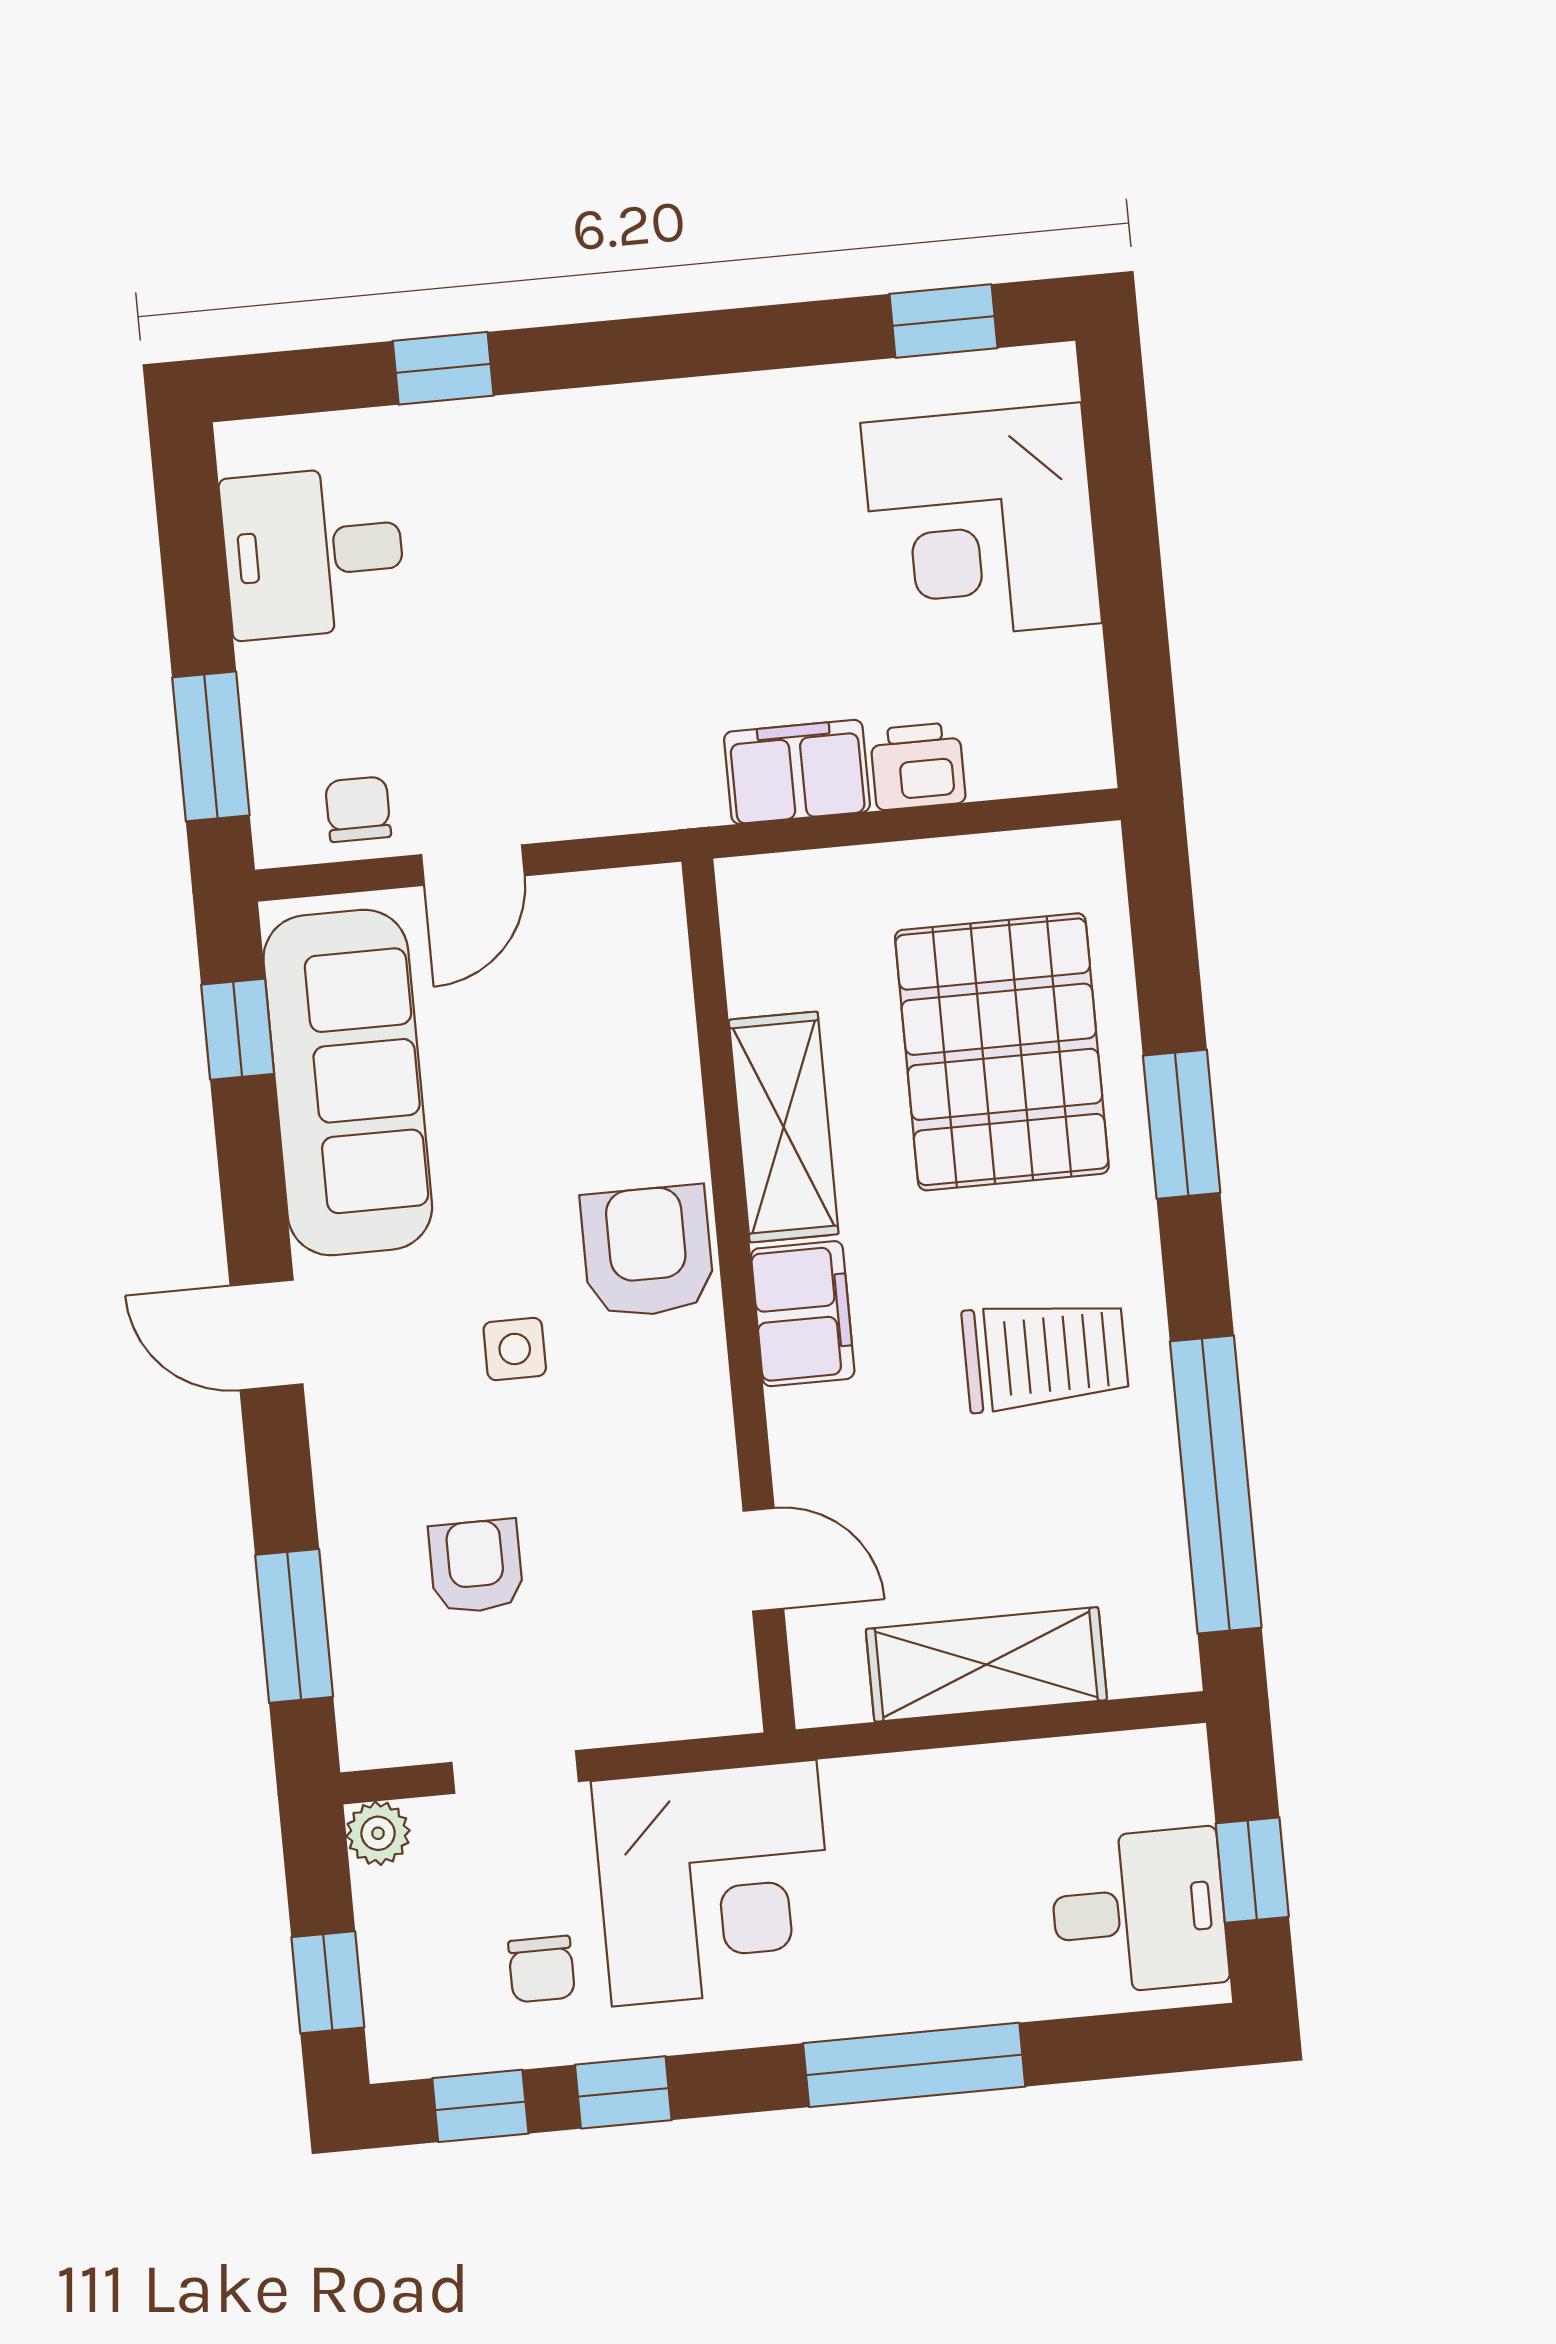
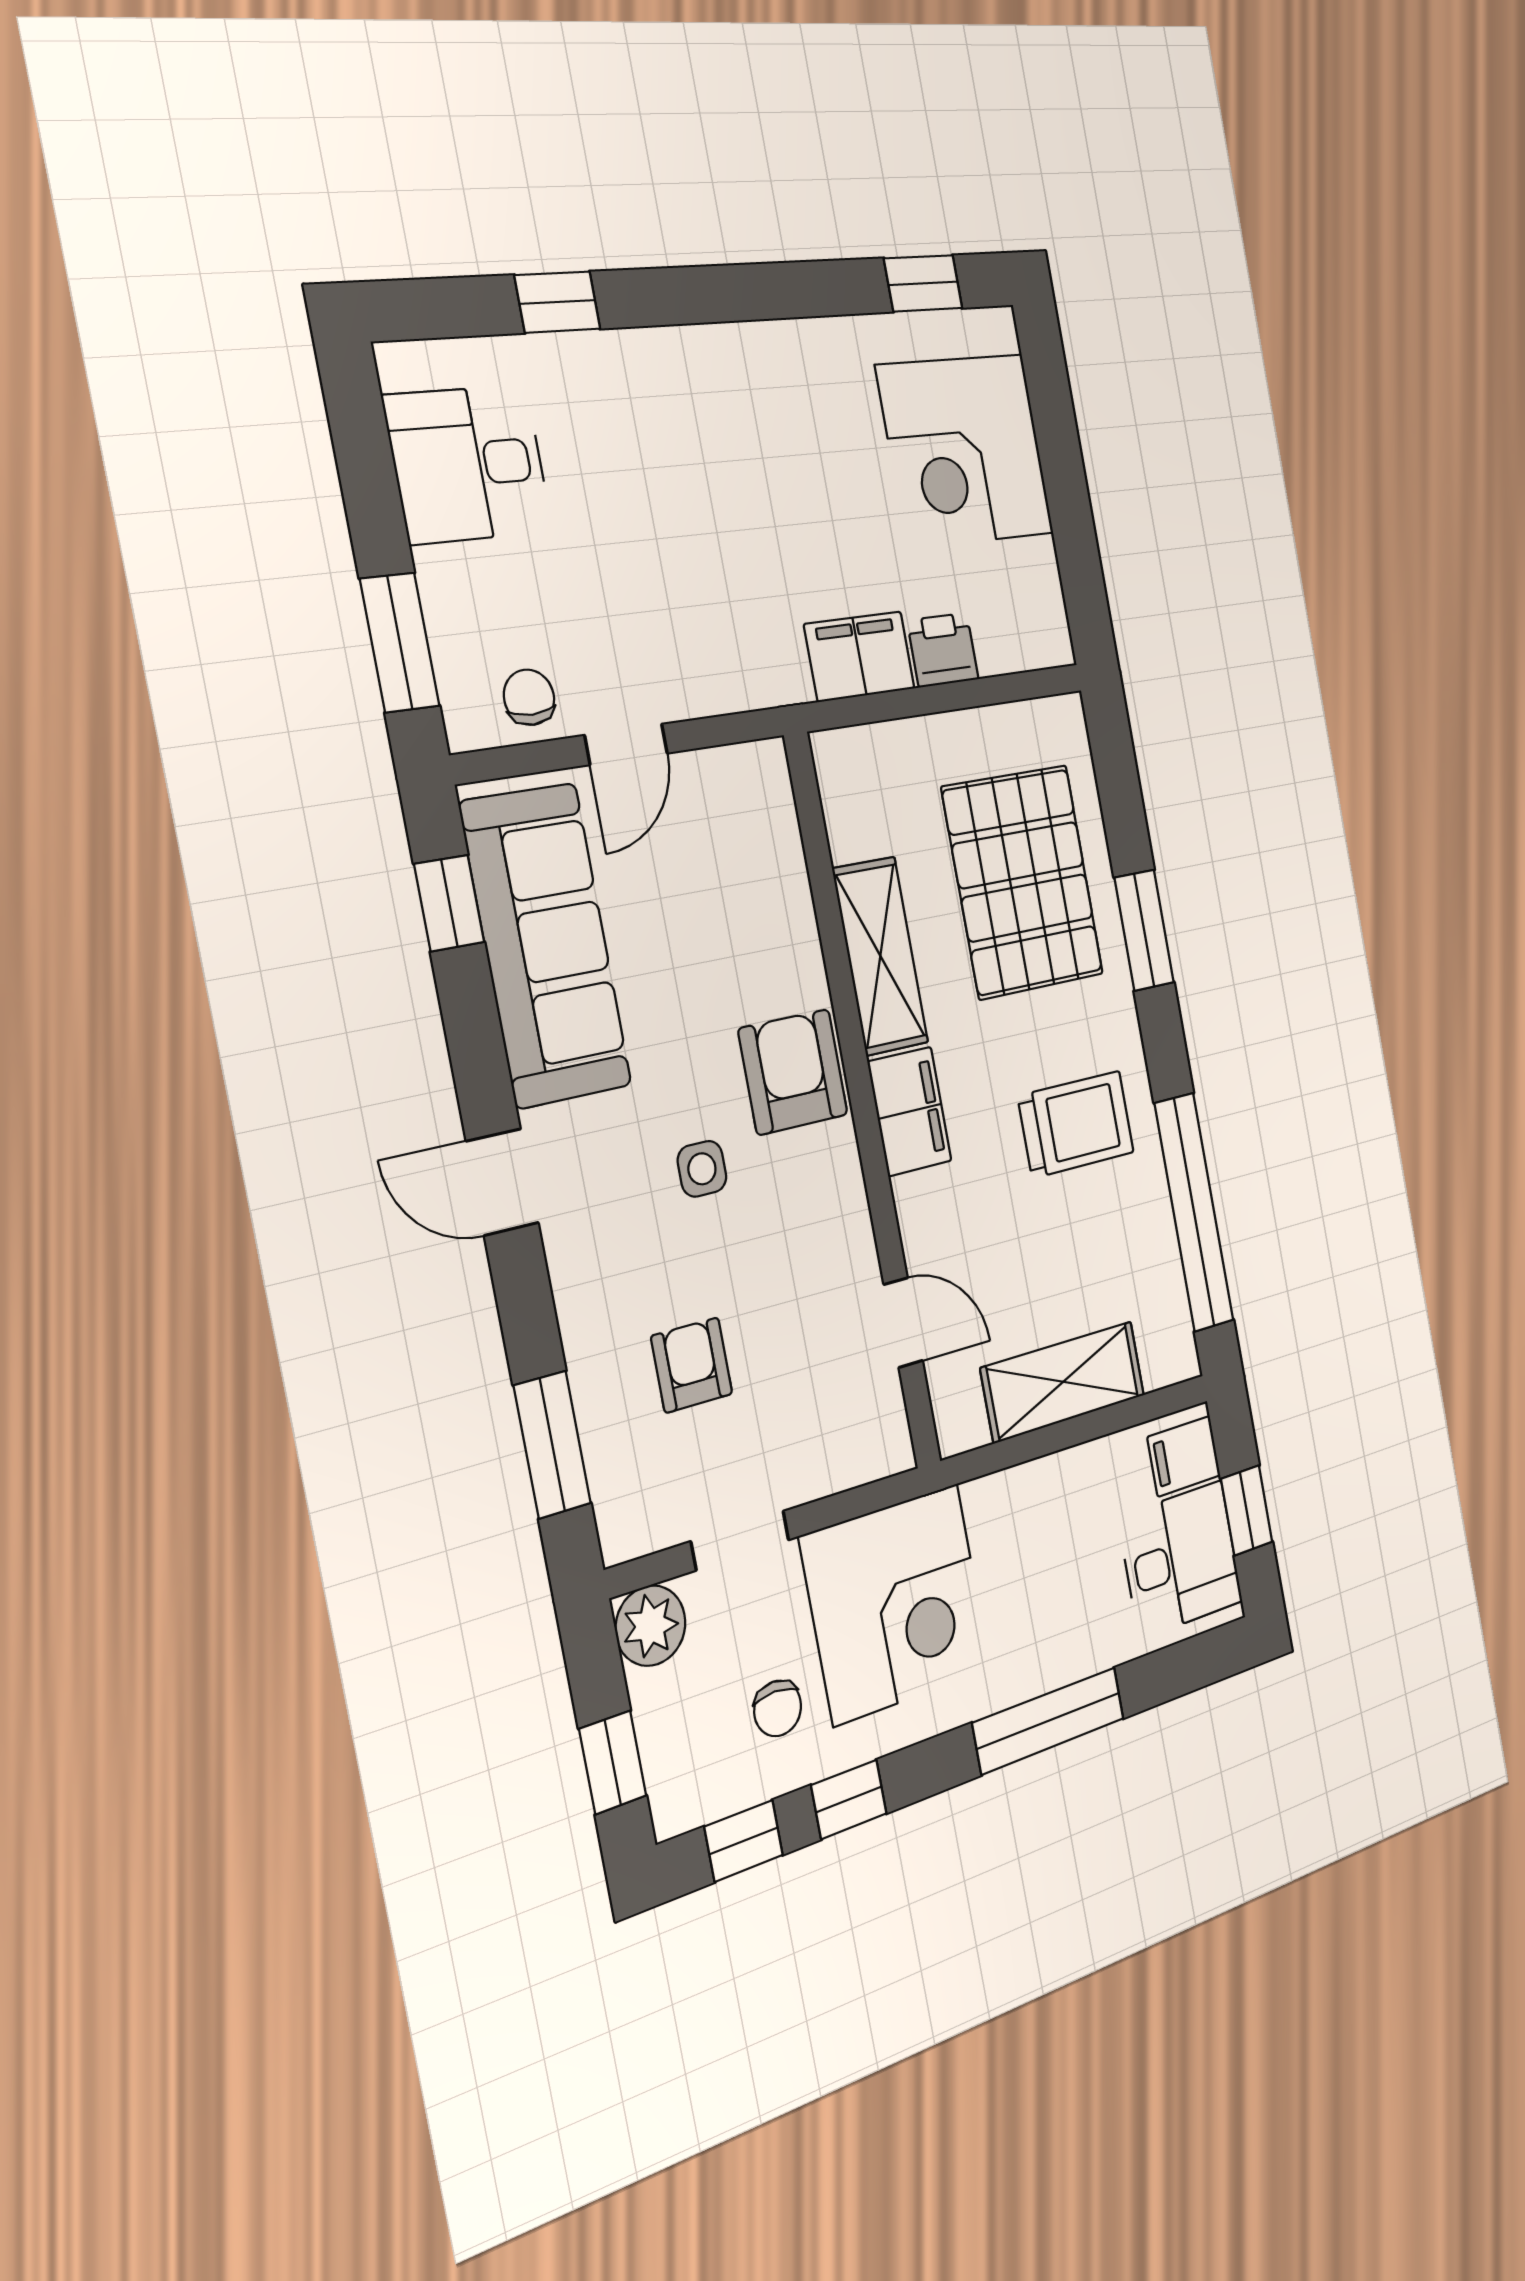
filing cabinet: (1160, 1785) -> (1184, 1456), added
plant: (378, 1833) -> (651, 1626), width x1.38, depth x1.38

